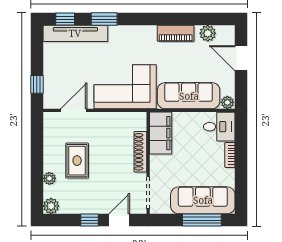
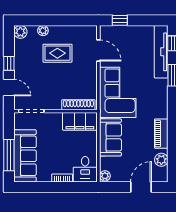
sofa: (189, 96) -> (110, 137), width x0.73
shoe rack: (140, 152) -> (78, 105), moved

